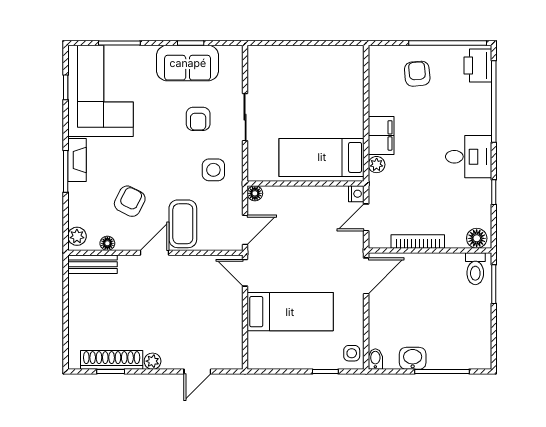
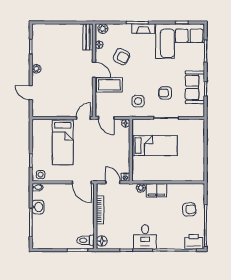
bed: (322, 157) -> (155, 146), moved, turned 90
shoe rack: (112, 360) -> (37, 47), removed

